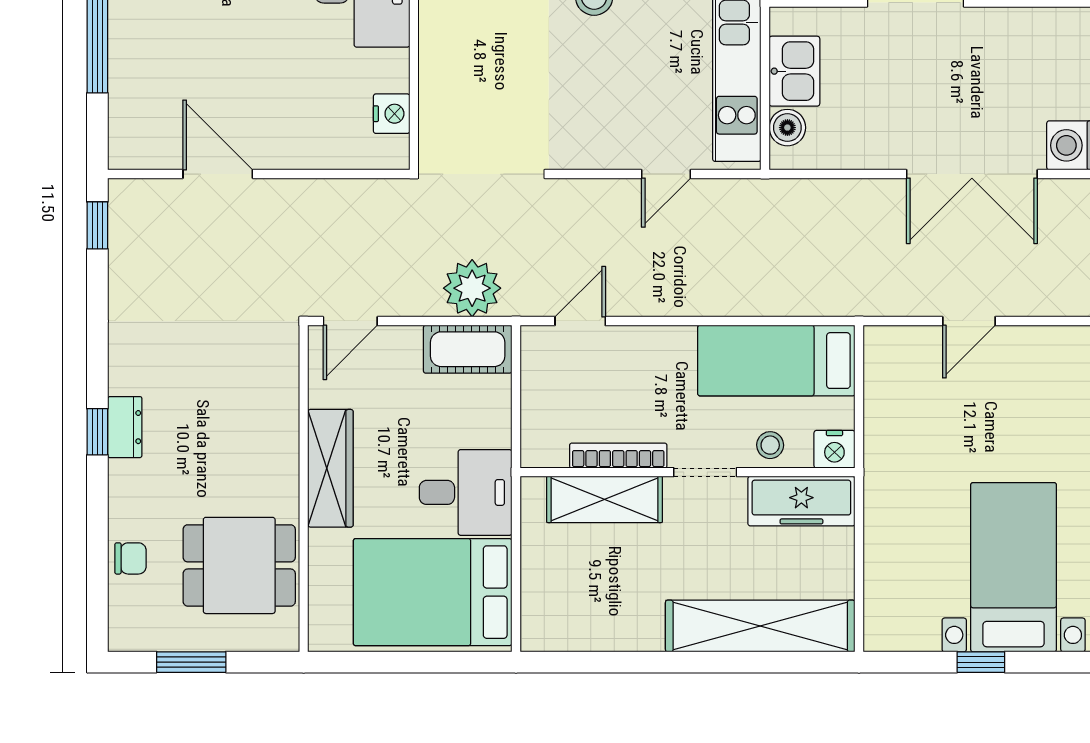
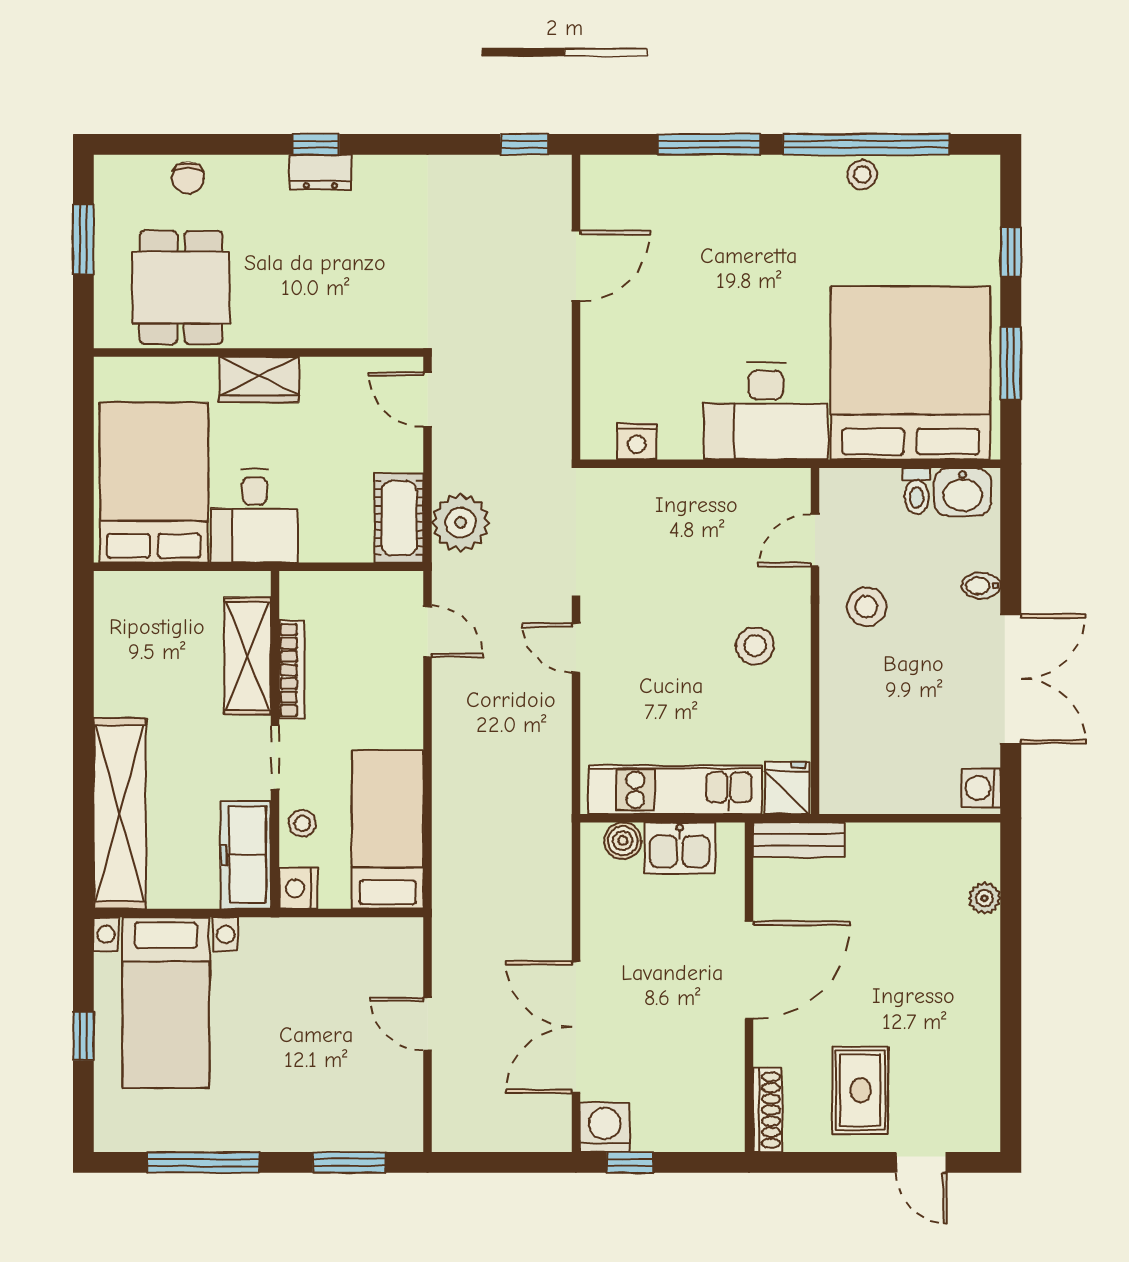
door: (666, 174) -> (576, 648), moved
wardrobe: (330, 468) -> (259, 380), width x0.67
bed with nightstands: (1014, 567) -> (166, 1003), moved, turned 90

